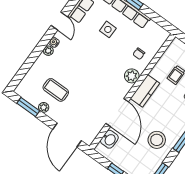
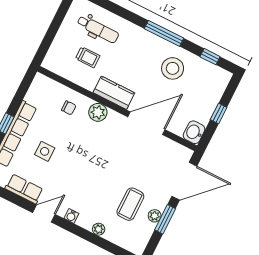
plant: (48, 51) -> (99, 229), moved
window: (28, 107) -> (165, 219), moved
washbasin: (109, 139) -> (194, 132), moved, turned -90

